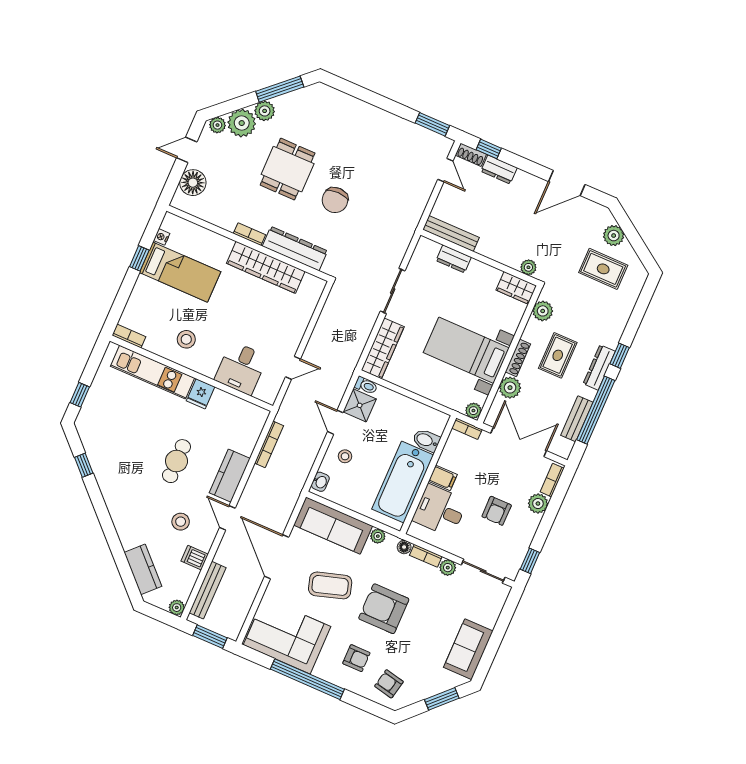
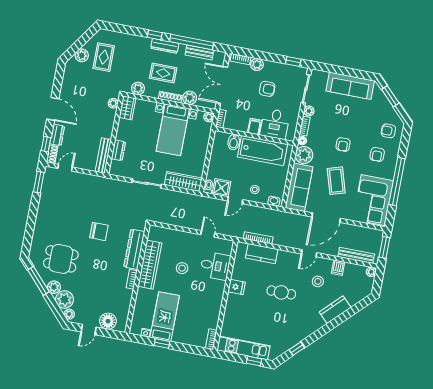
door: (187, 150) -> (89, 330), hinge flipped
dining table: (288, 169) -> (61, 259), moved
door: (567, 183) -> (53, 109), moved
stool: (186, 339) -> (182, 268), moved
kitchen unit: (152, 372) -> (243, 348), moved, turned -90
kitchen counter: (230, 476) -> (262, 254), moved
plant: (378, 536) -> (304, 155), width x1.87, depth x1.87
kitchen counter: (143, 569) -> (335, 310), moved
armchair: (384, 609) -> (343, 144), width x0.53, depth x0.53
sofa: (468, 649) -> (350, 86), width x1.36
armchair: (356, 658) -> (377, 154), turned 180
armchair: (389, 684) -> (388, 131), turned 78

